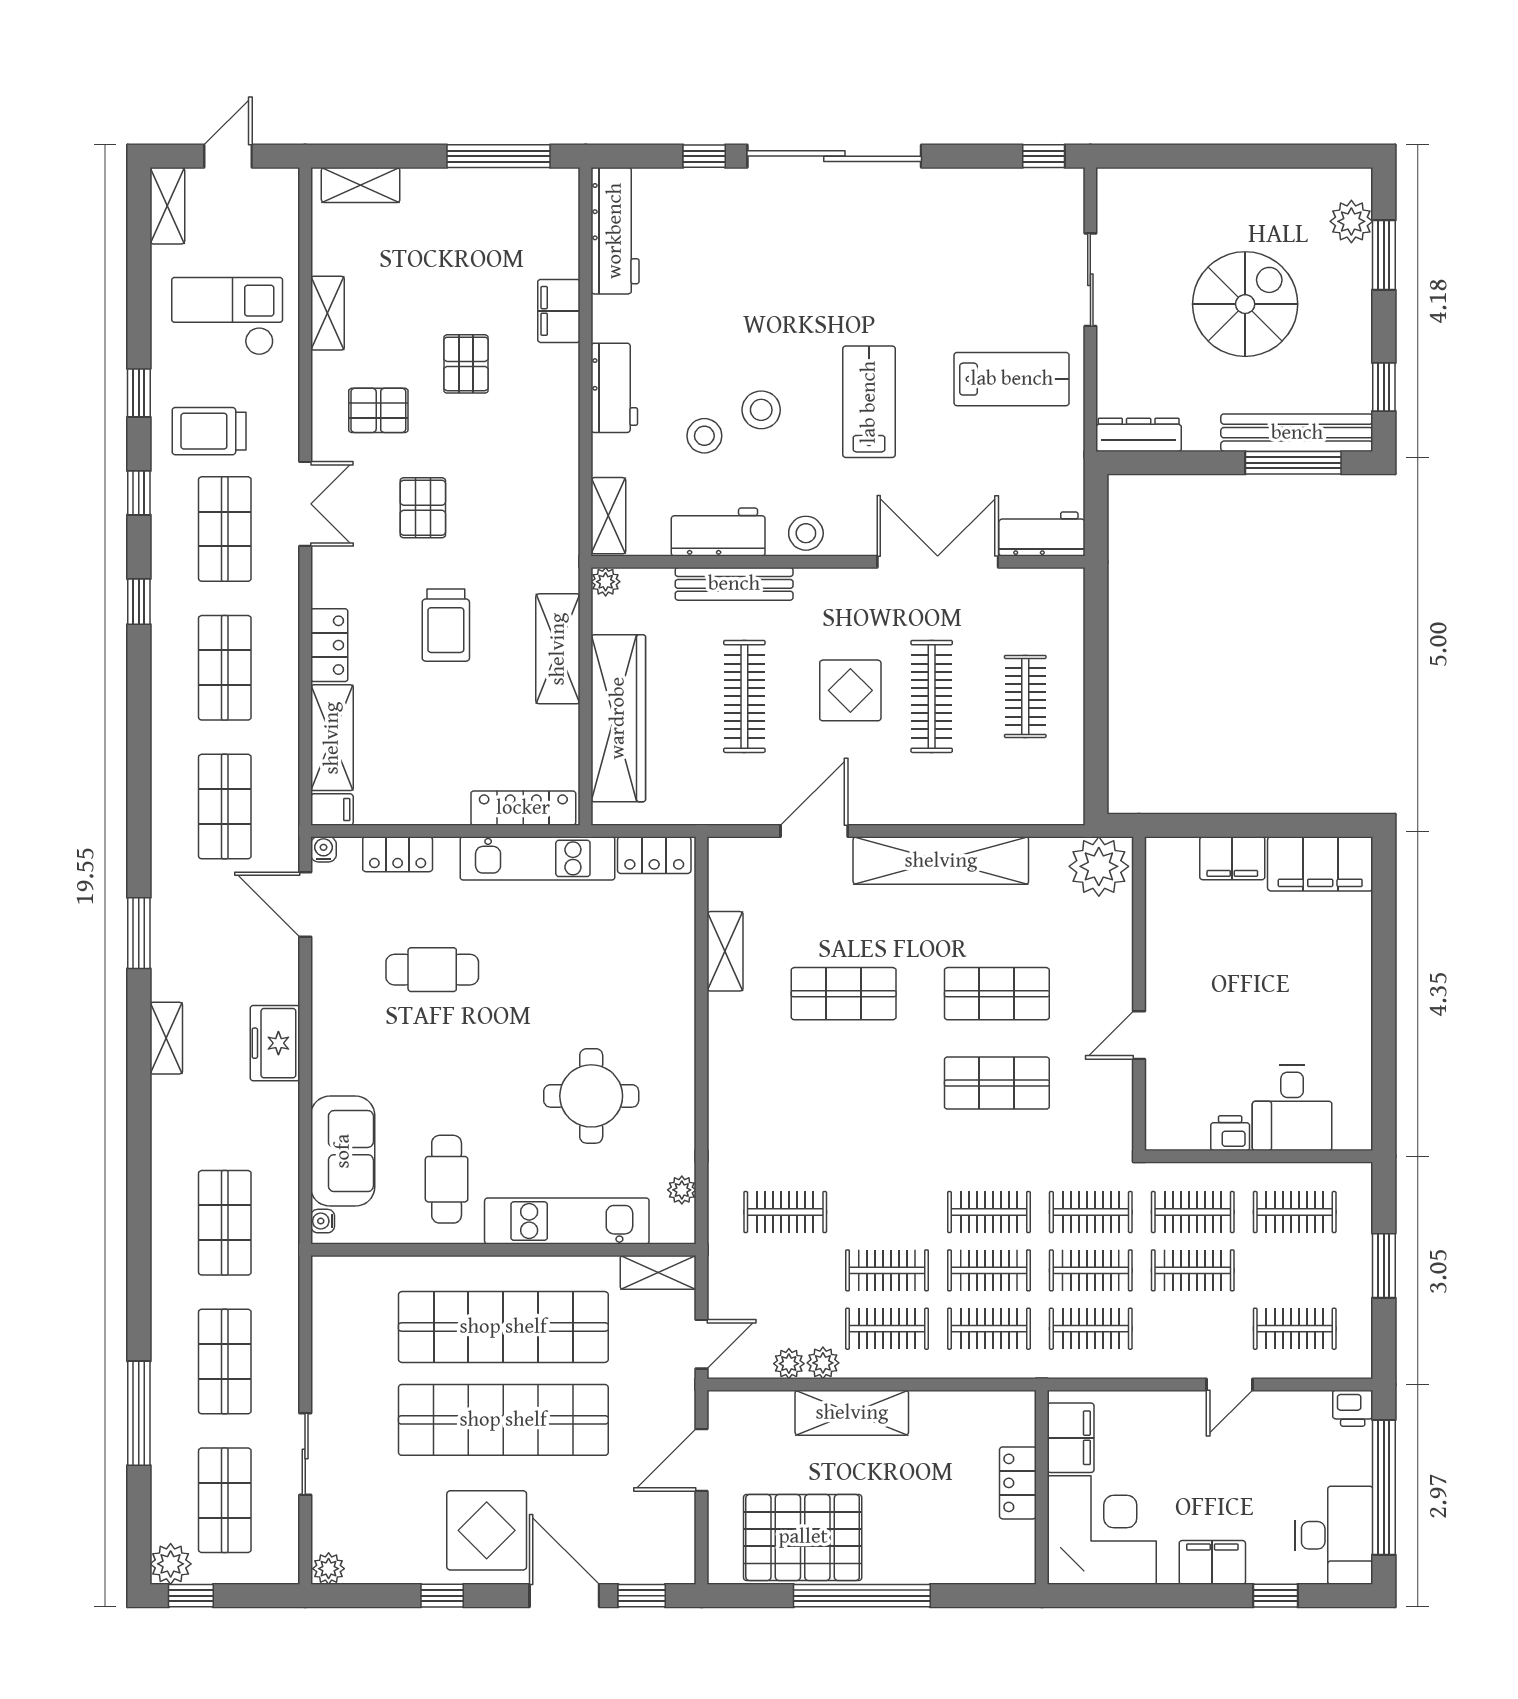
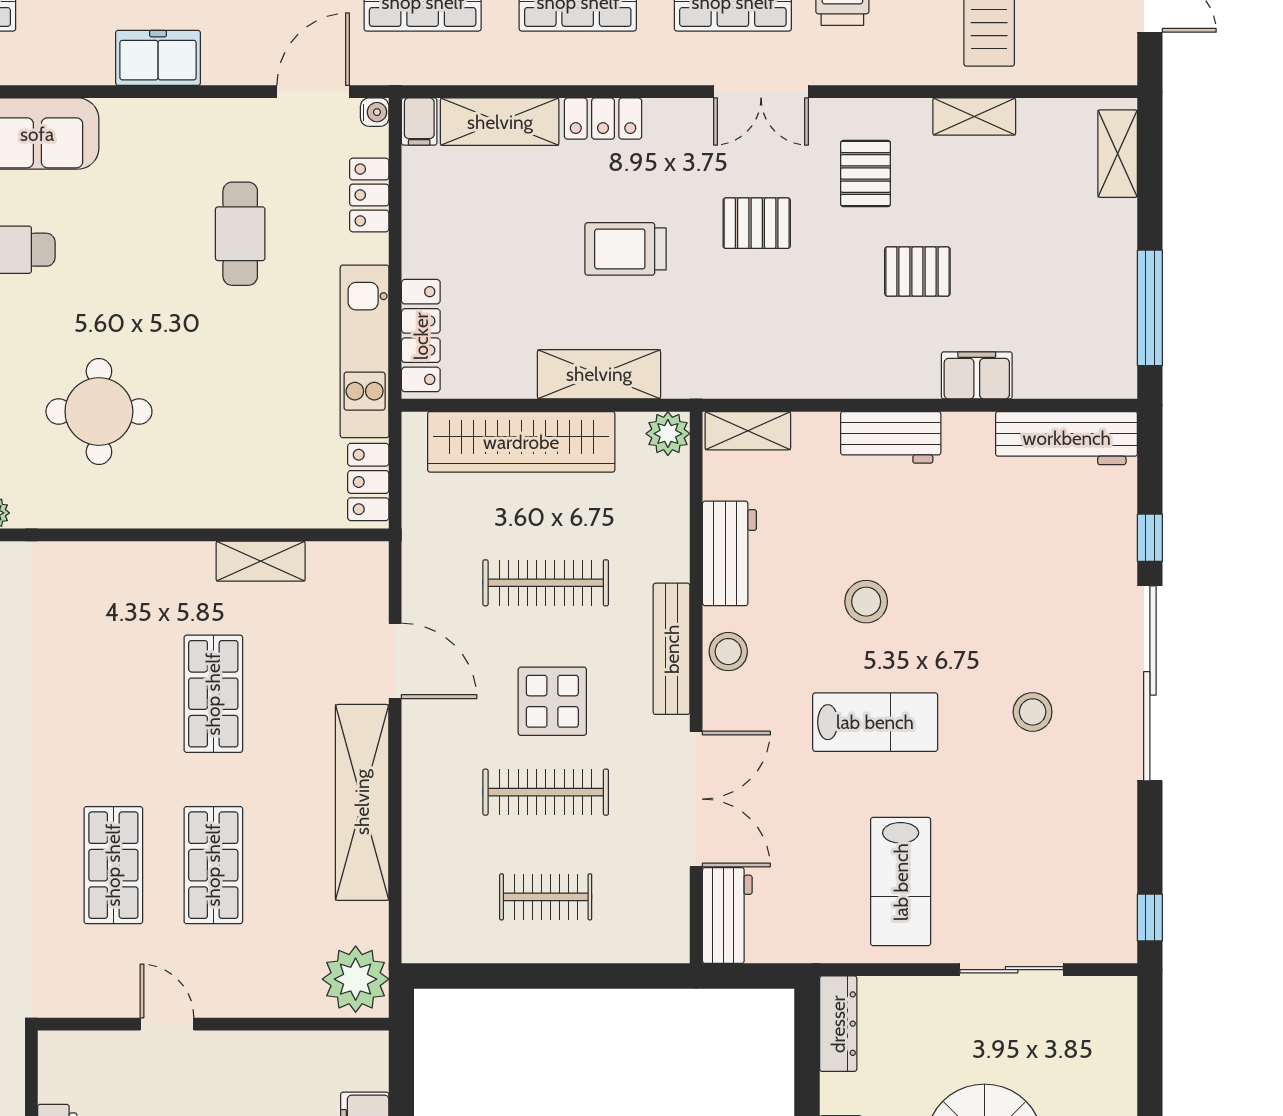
stool: (704, 436) -> (1033, 712), moved
plant: (606, 582) -> (668, 434), width x1.38, depth x1.38
bench: (734, 584) -> (672, 649), moved

